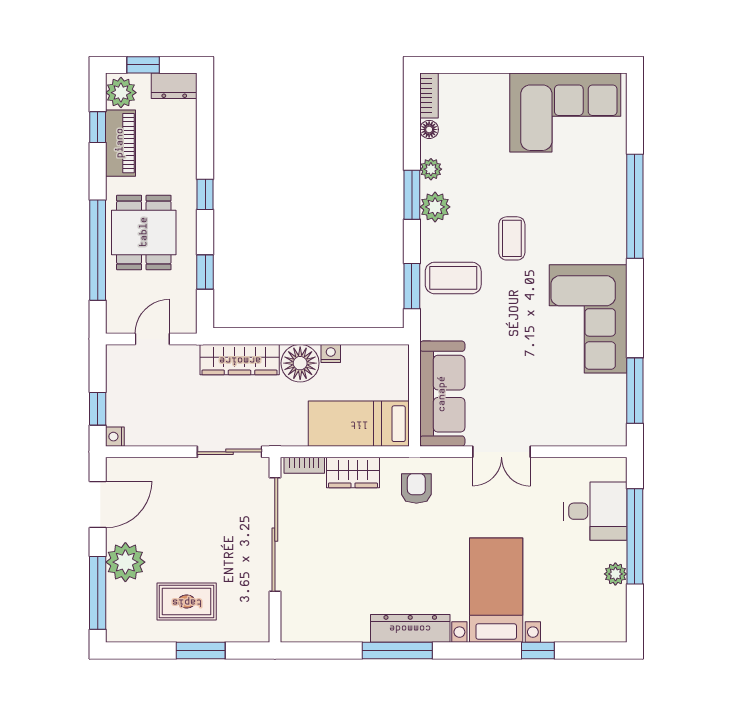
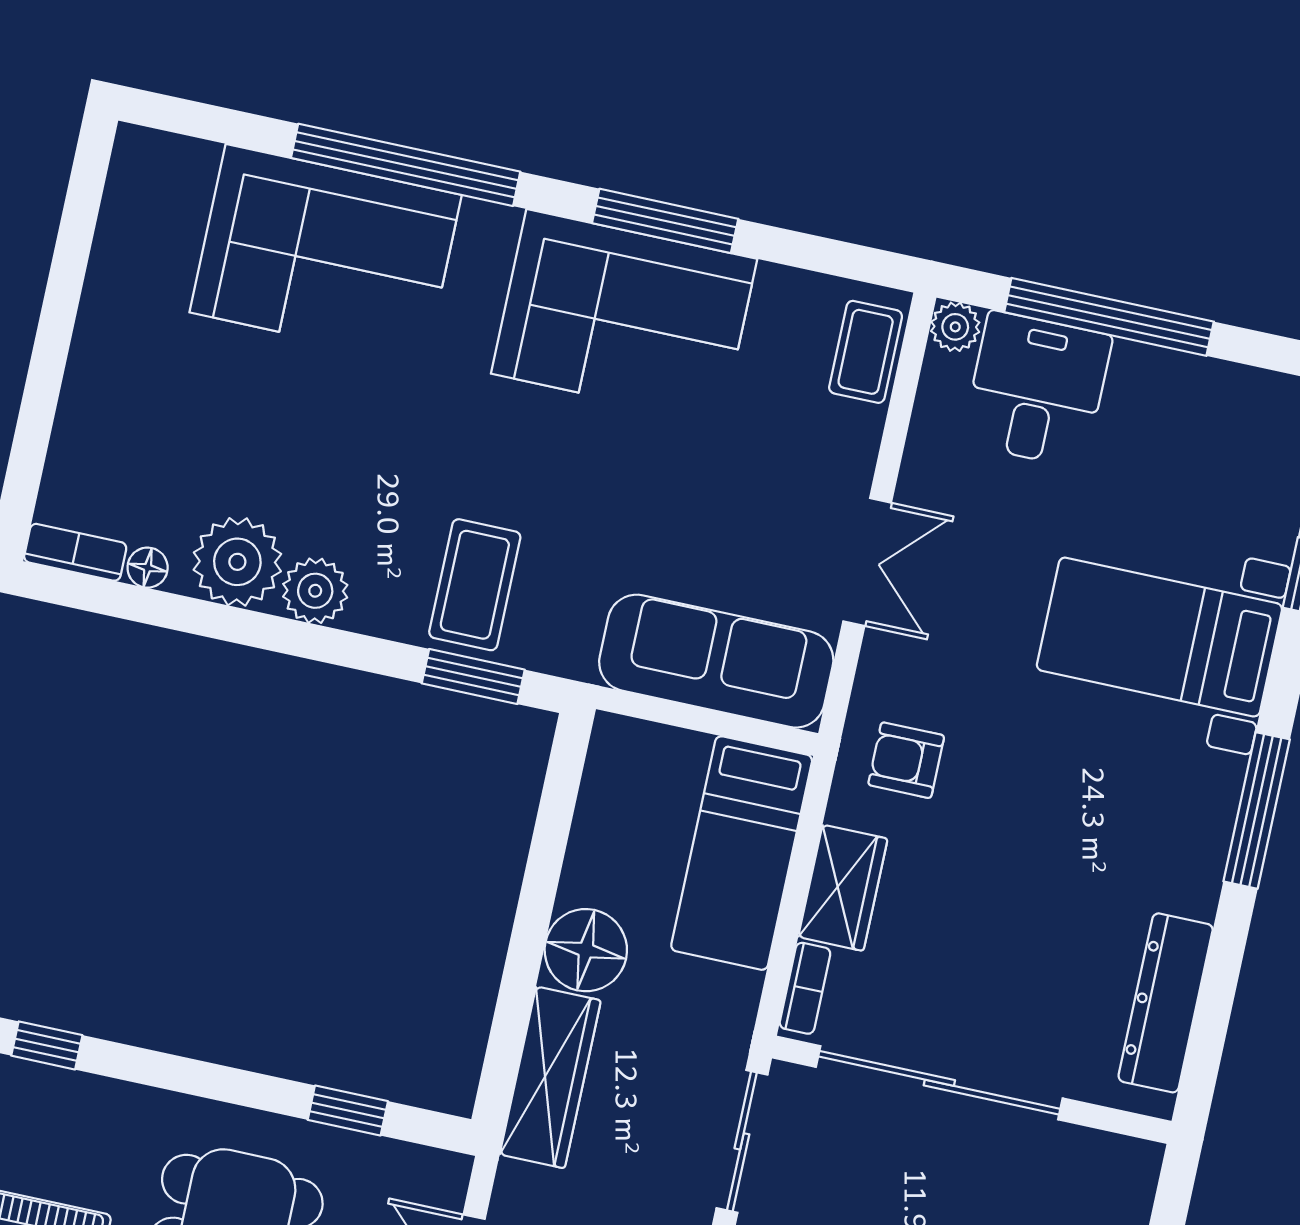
corner sofa: (565, 113) -> (326, 254), moved, turned 90
plant: (431, 169) -> (237, 562), width x1.88, depth x1.88
window: (205, 194) -> (47, 1045), moved
window: (412, 195) -> (279, 634), removed
coffee table: (512, 238) -> (866, 352), moved, turned 90
nightstand: (331, 353) -> (579, 880), removed
window: (635, 391) -> (665, 221), moved
plant: (615, 574) -> (955, 327), moved
dresser: (410, 628) -> (1166, 1003), moved
window: (397, 651) -> (1257, 810), moved

